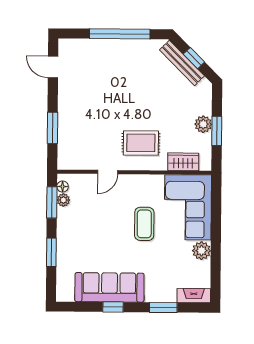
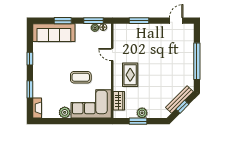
sofa: (109, 287) -> (54, 33), moved, turned 90

